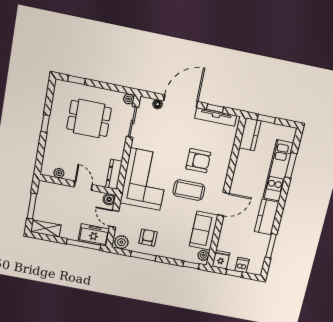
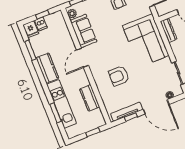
door: (181, 101) -> (156, 107), hinge flipped
kitchen counter: (250, 134) -> (90, 98), moved
coffee table: (189, 190) -> (112, 52), removed
boiler: (109, 199) -> (161, 11), removed
fridge: (221, 260) -> (31, 29), moved

